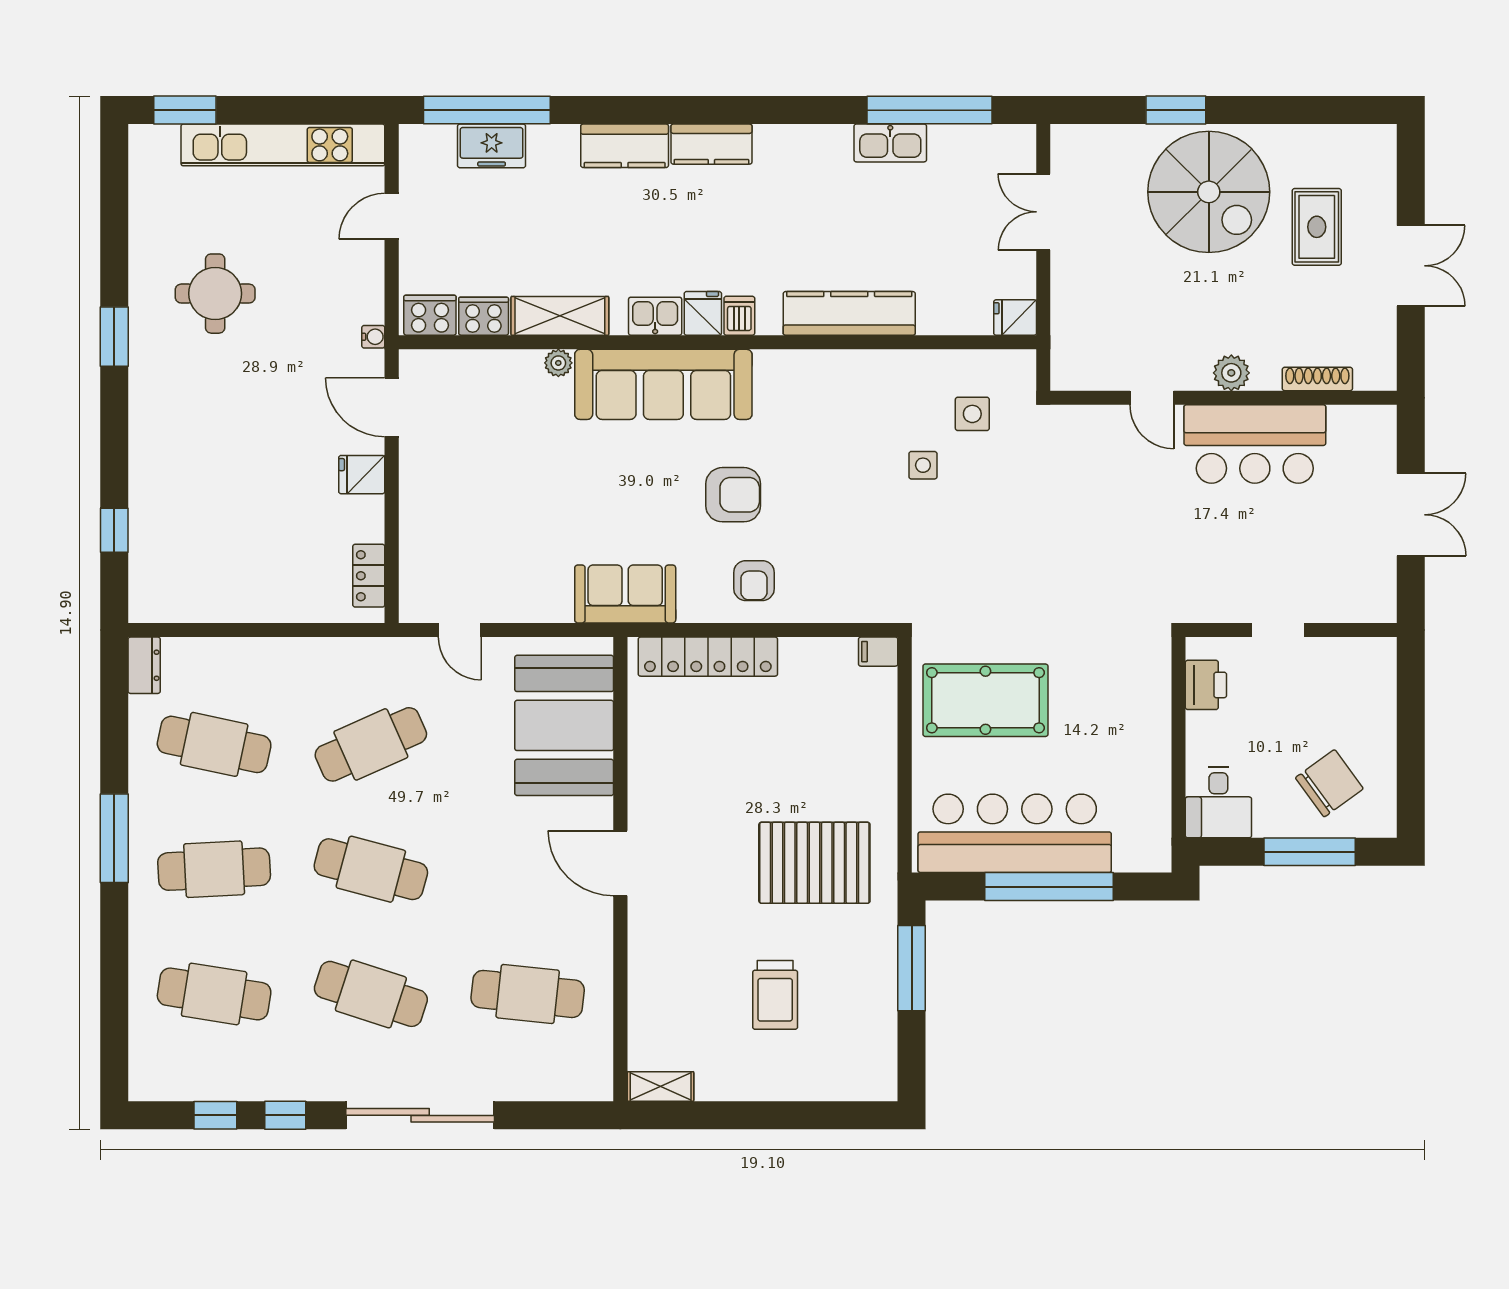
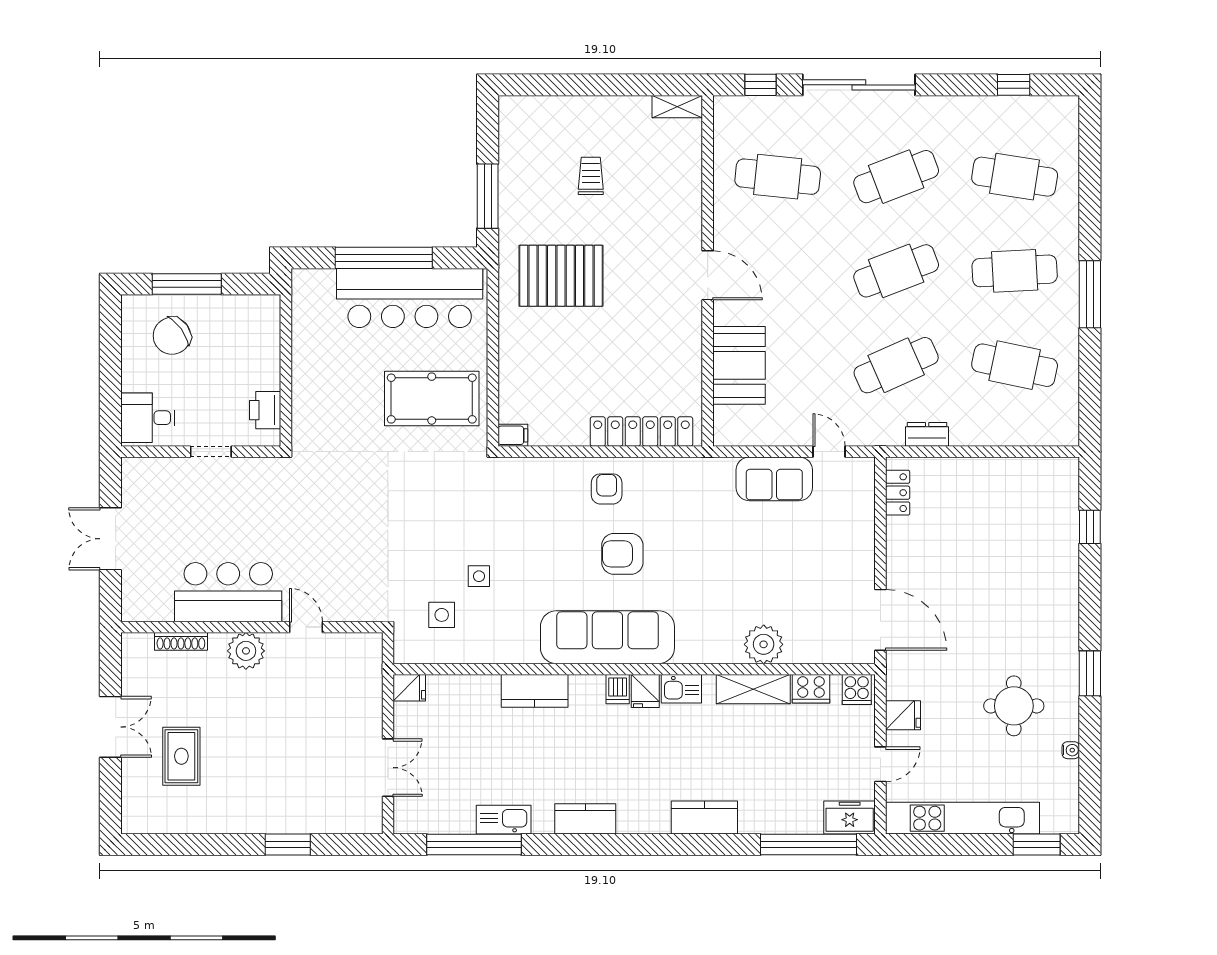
kitchen counter: (711, 144) -> (585, 819), moved
freezer: (492, 146) -> (850, 817), moved
spiral stairs: (1209, 192) -> (263, 783), removed
double door: (1411, 266) -> (110, 727), swing flipped
kitchen counter: (849, 313) -> (535, 691), width x0.67
cooker: (430, 315) -> (857, 689), width x0.73
water cooler: (373, 337) -> (1071, 750), moved, turned 180
plant: (558, 363) -> (764, 644), width x1.87, depth x1.87
plant: (1231, 373) -> (246, 651), width x1.36, depth x1.36
sofa: (663, 384) -> (607, 637), moved
door: (392, 407) -> (880, 620), width x1.36
fridge: (362, 475) -> (903, 715), moved
sofa: (625, 594) -> (774, 479), moved
dresser: (144, 665) -> (927, 434), moved, turned 90
booth: (564, 725) -> (739, 365), width x0.73, depth x0.70
desk: (1218, 802) -> (148, 418), moved, turned -90
cafe table: (371, 869) -> (896, 271), turned -36
cafe table: (371, 994) -> (896, 177), turned -39
trolley: (775, 995) -> (591, 176), width x0.73, depth x0.72
window: (285, 1115) -> (761, 85), moved

